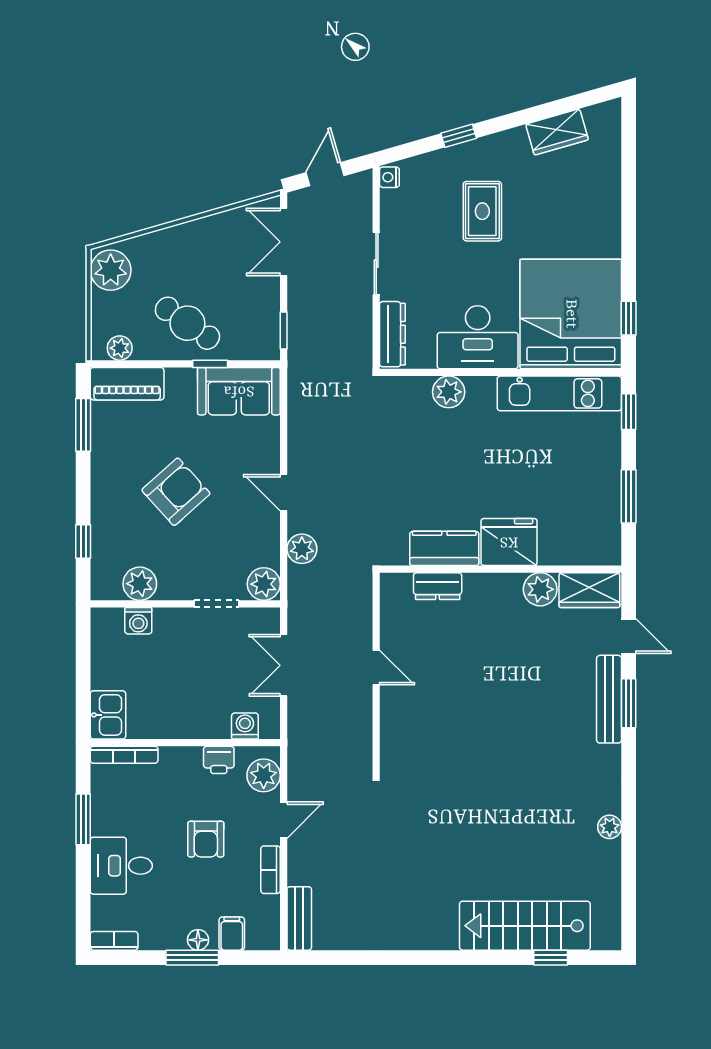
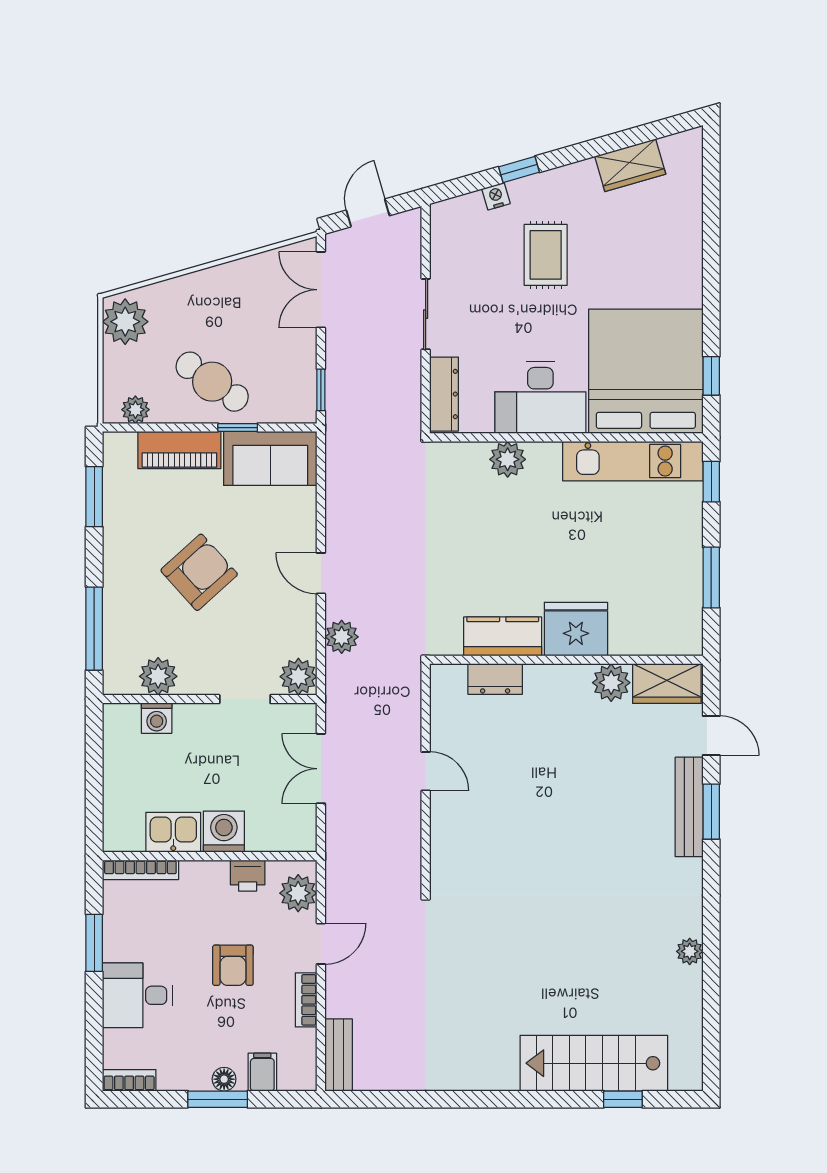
nightstand: (389, 177) -> (496, 196), moved, turned 74
piano: (127, 384) -> (179, 450), moved
window: (83, 542) -> (94, 629), width x2.17
kitchen sink: (108, 715) -> (173, 832), moved, turned -90
washing machine: (245, 726) -> (224, 832), moved, width x1.38, depth x1.38

